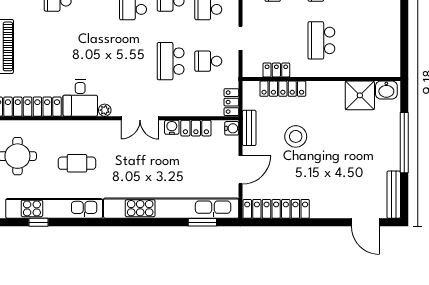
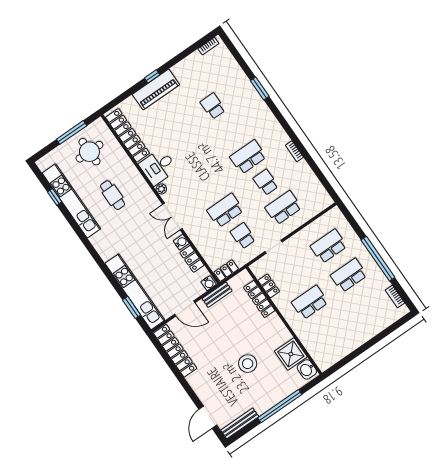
stool: (296, 136) -> (248, 364), moved
kitchen unit: (171, 208) -> (135, 292), width x0.73

